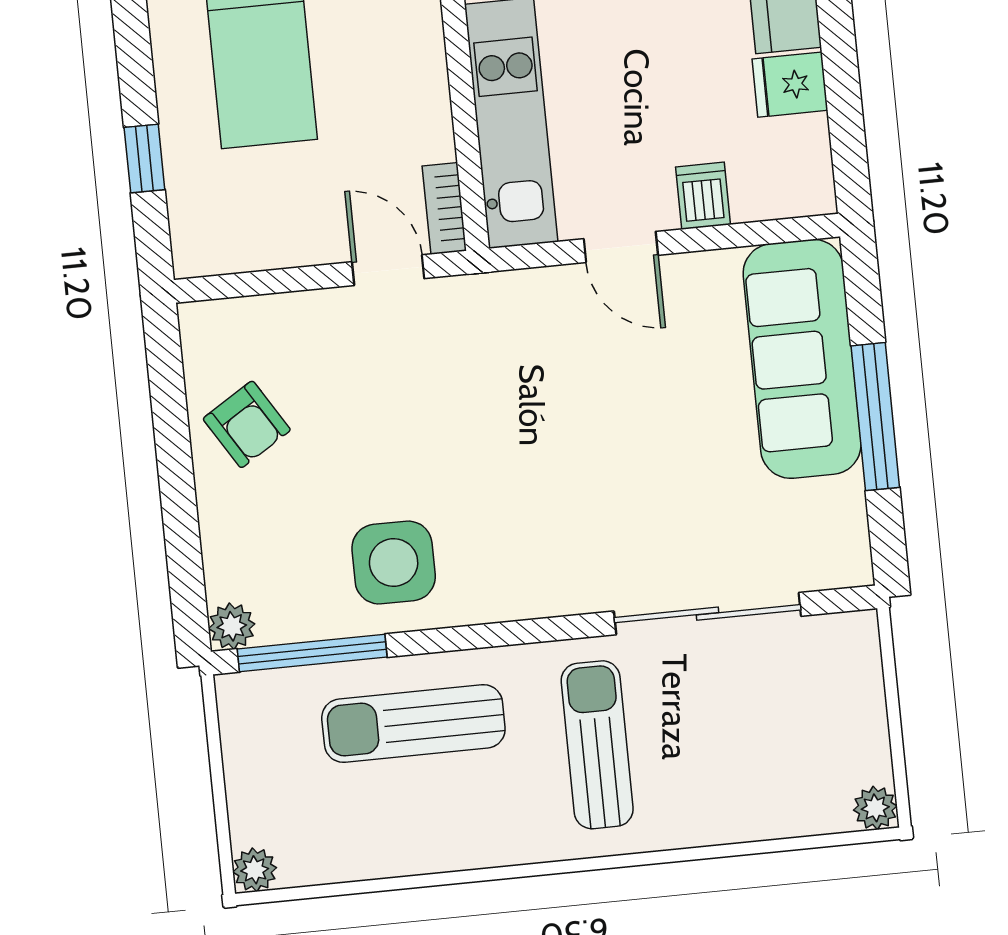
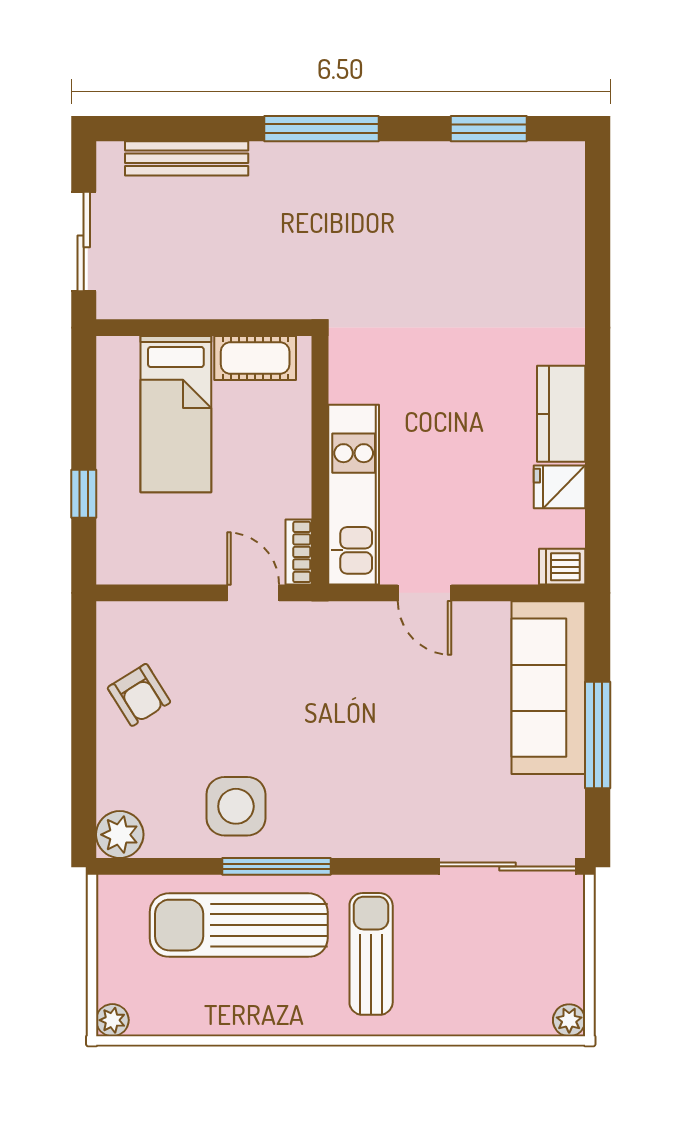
dishwasher: (703, 196) -> (562, 567), moved, turned -90
sliding door: (708, 614) -> (507, 866), moved
plant: (232, 626) -> (120, 835), width x1.38, depth x1.38
window: (312, 653) -> (277, 866), moved
sun lounger: (413, 723) -> (239, 925), width x1.36, depth x1.34

